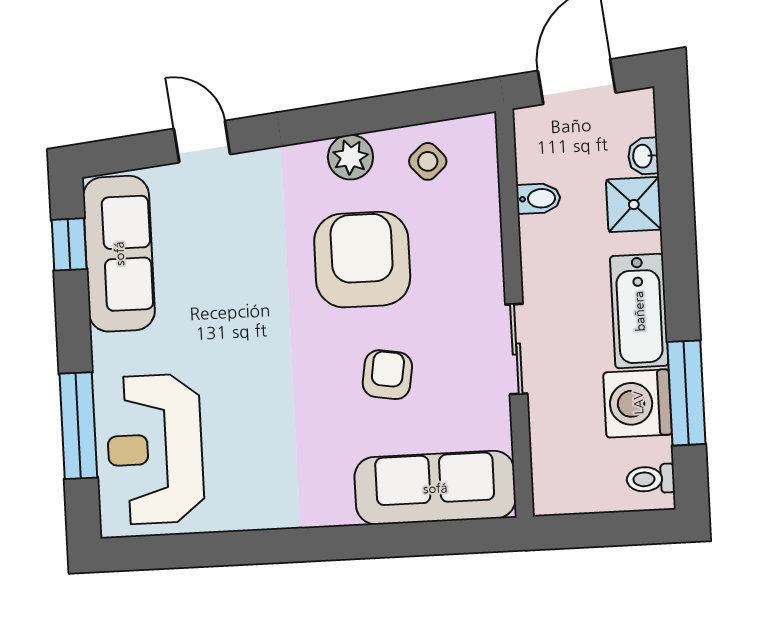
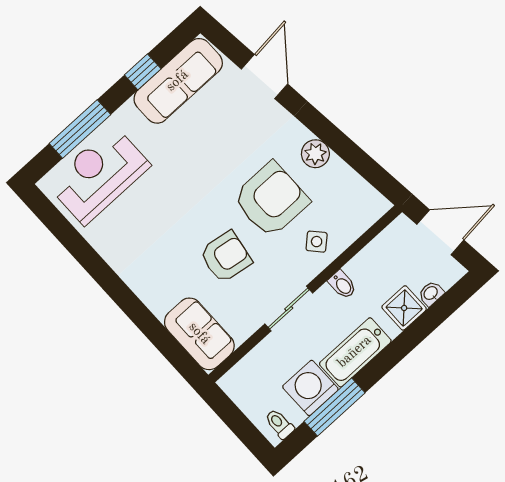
door: (202, 142) -> (265, 77), width x1.38
side table: (428, 161) -> (317, 242), moved
bidet: (538, 198) -> (342, 285), moved
window: (69, 244) -> (143, 72), moved
armchair: (387, 375) -> (226, 257), width x1.38, depth x1.38
sofa: (435, 488) -> (199, 334), width x0.73

